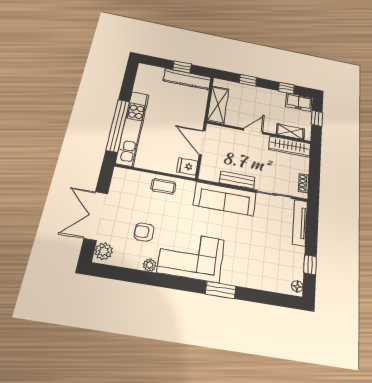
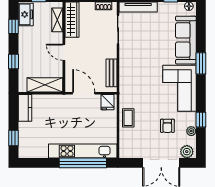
window: (182, 67) -> (13, 138), moved
kitchen counter: (187, 79) -> (25, 108), width x0.67
door: (202, 143) -> (84, 93), swing flipped
bench: (237, 180) -> (111, 73), moved
sofa: (225, 199) -> (186, 40), moved, turned 180
plant: (150, 265) -> (191, 131), moved
window: (144, 277) -> (201, 120), added

